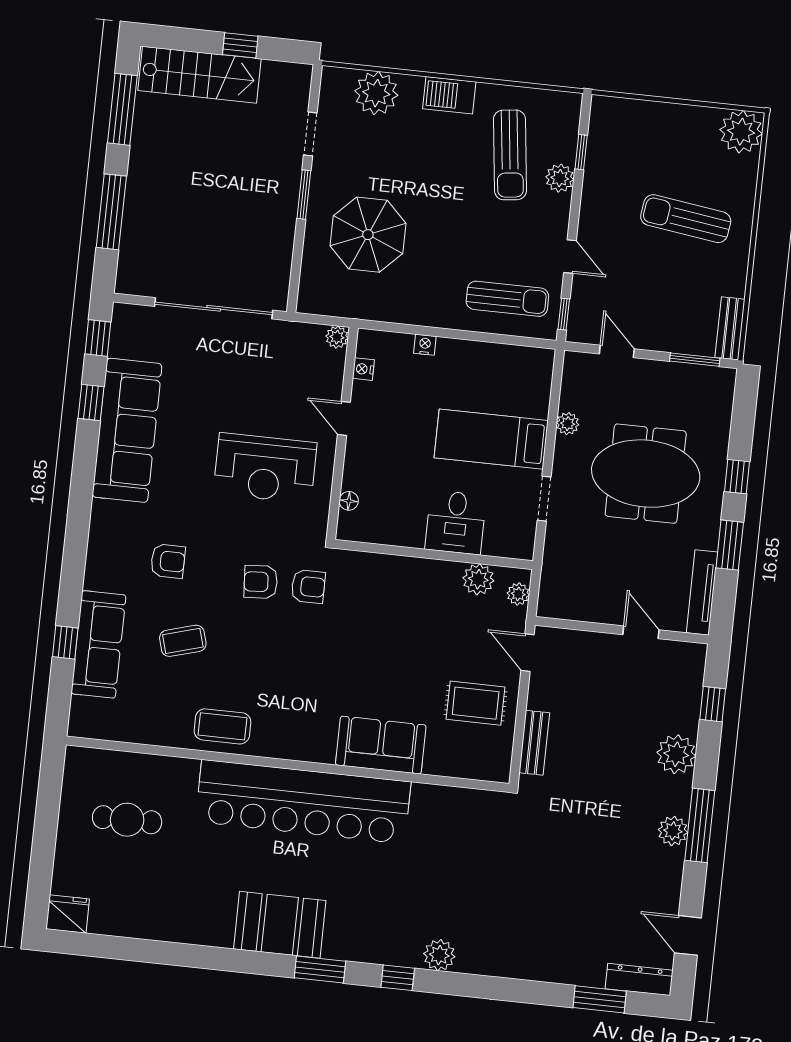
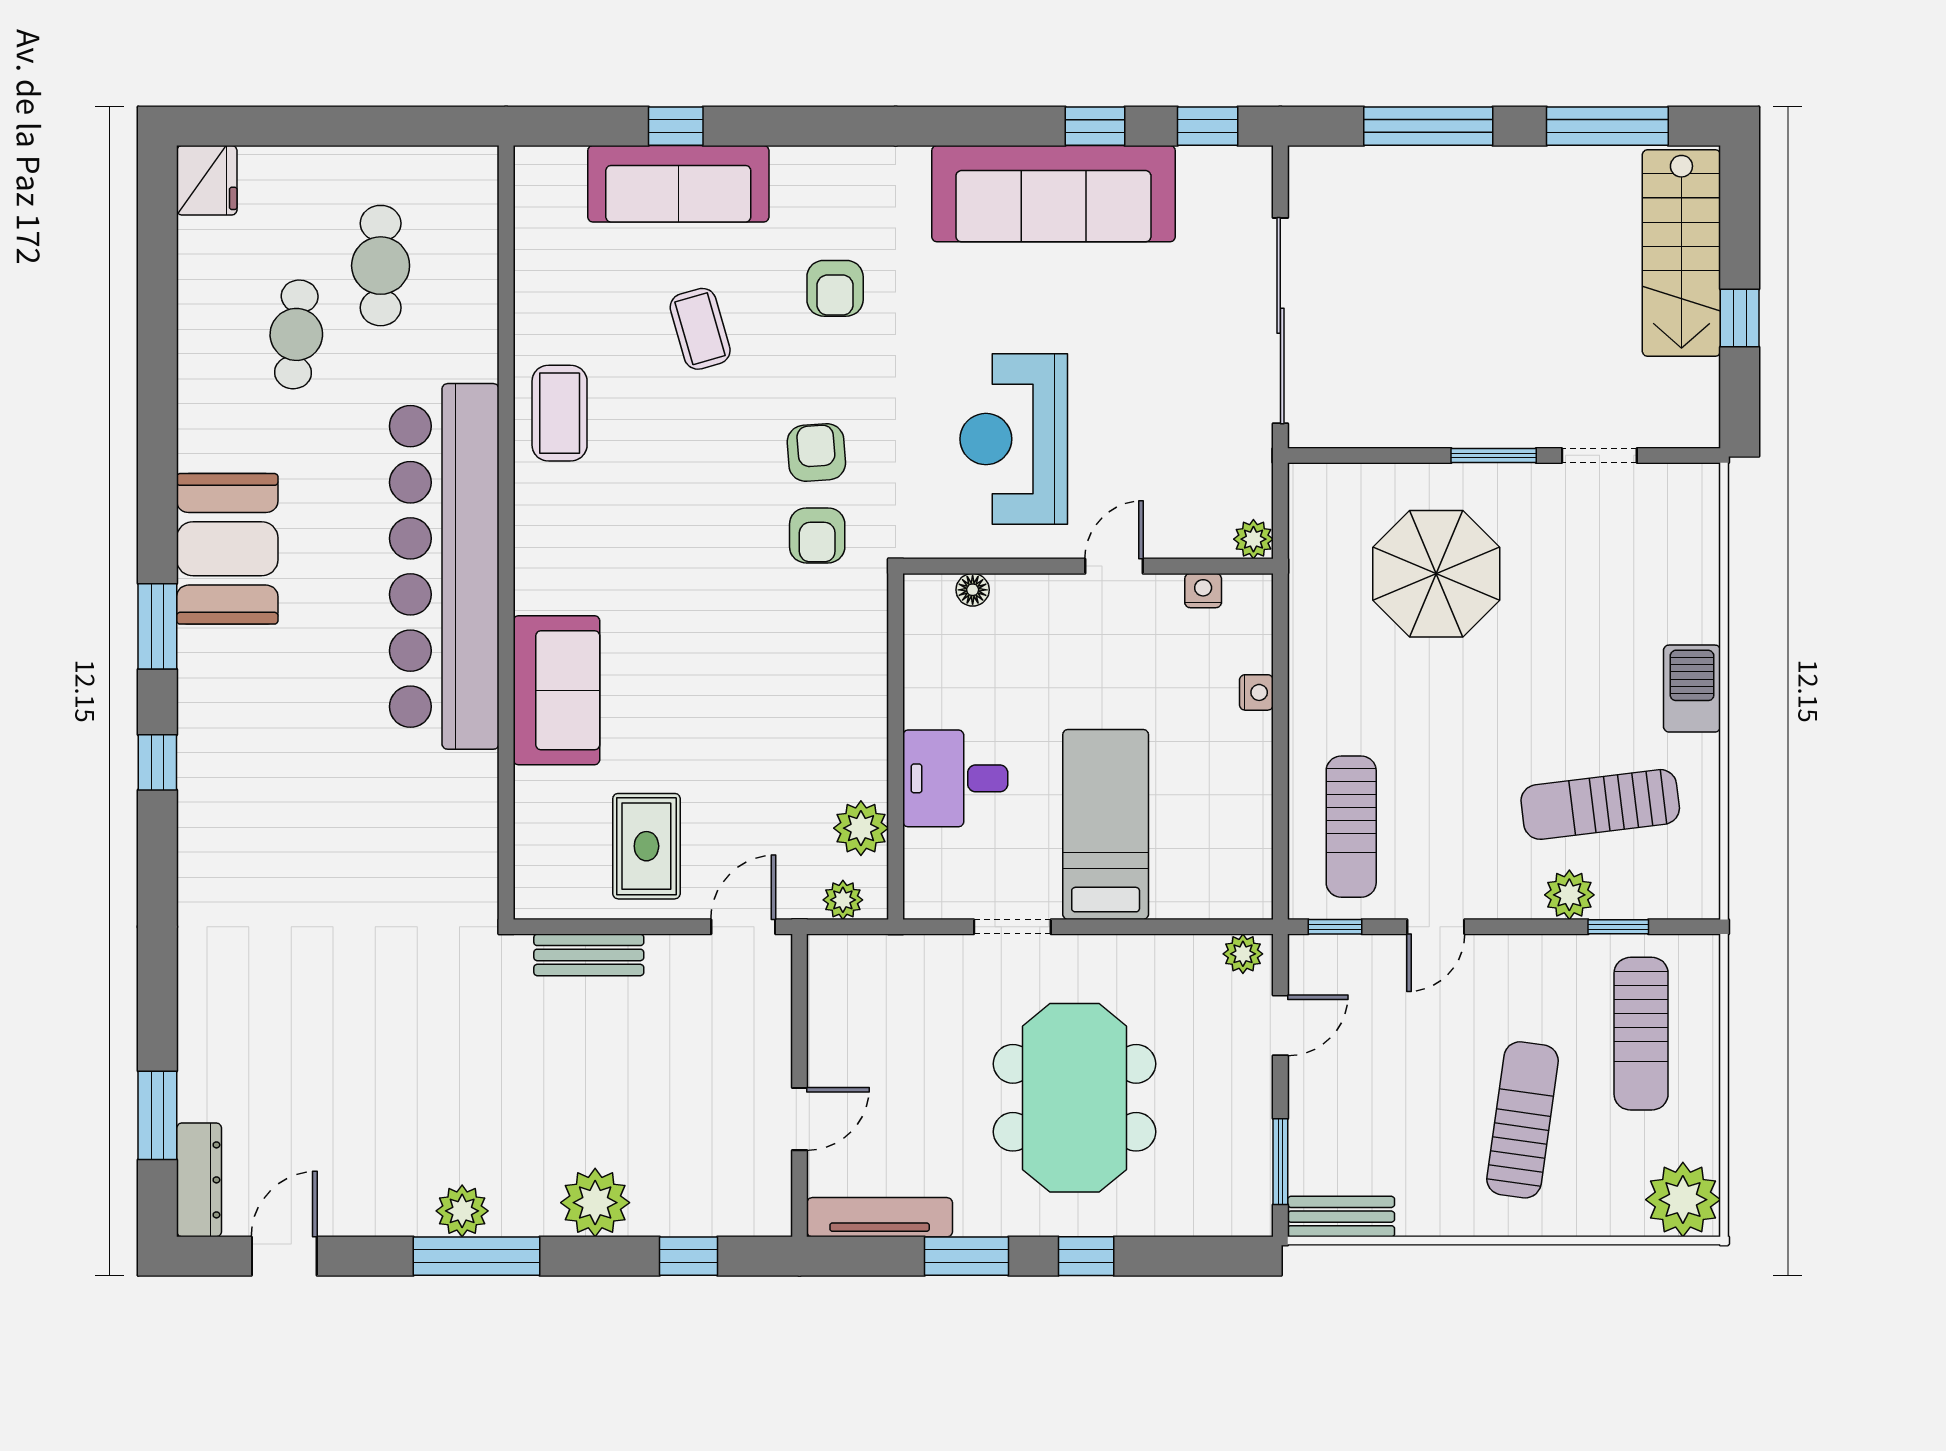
plant: (376, 93) -> (1682, 562), removed
sun lounger: (644, 146) -> (1641, 1034), added
plant: (568, 424) -> (1243, 954), moved
cafe table: (161, 872) -> (296, 334), added
plant: (439, 955) -> (204, 830), removed

